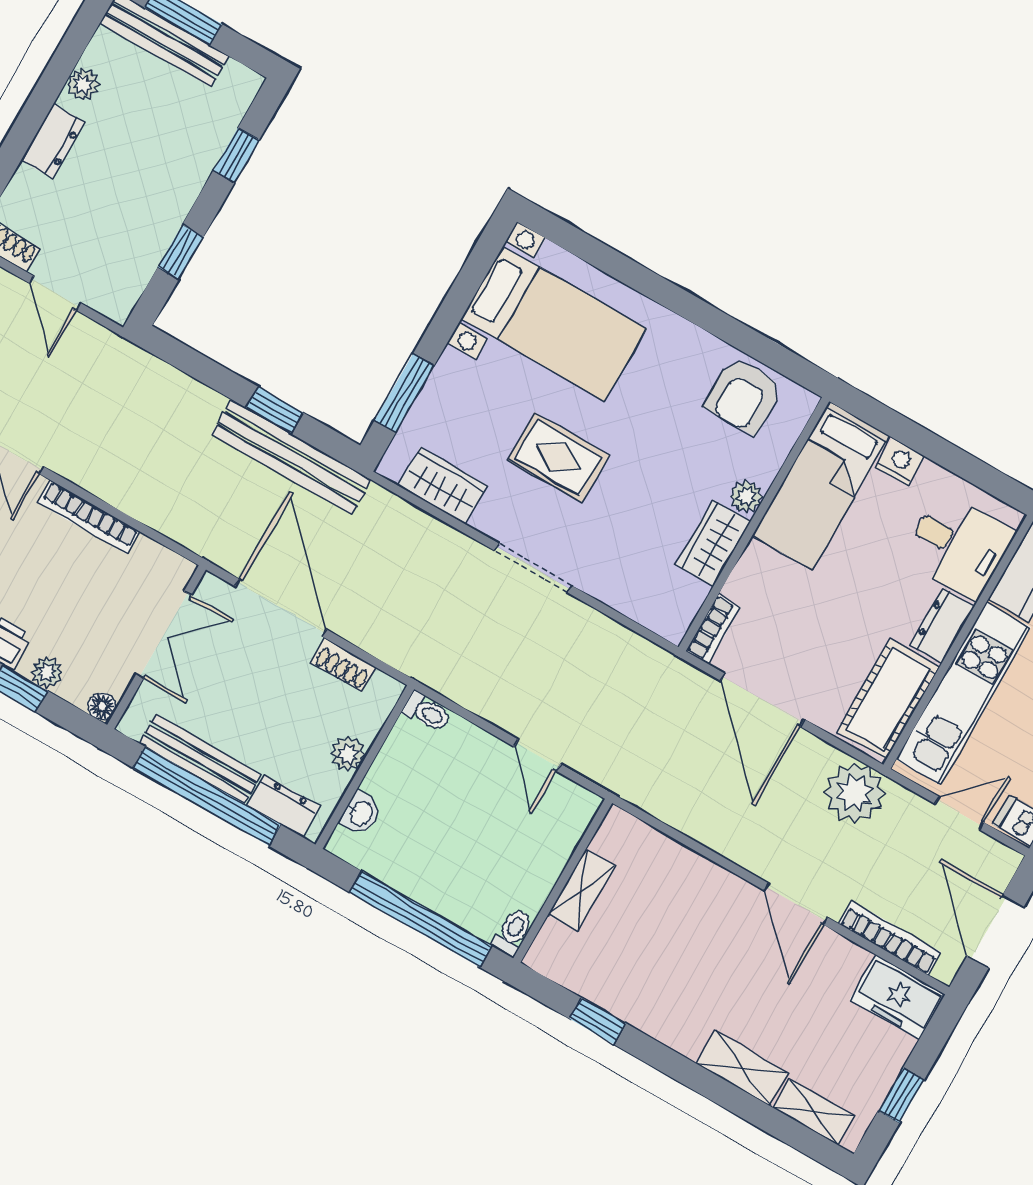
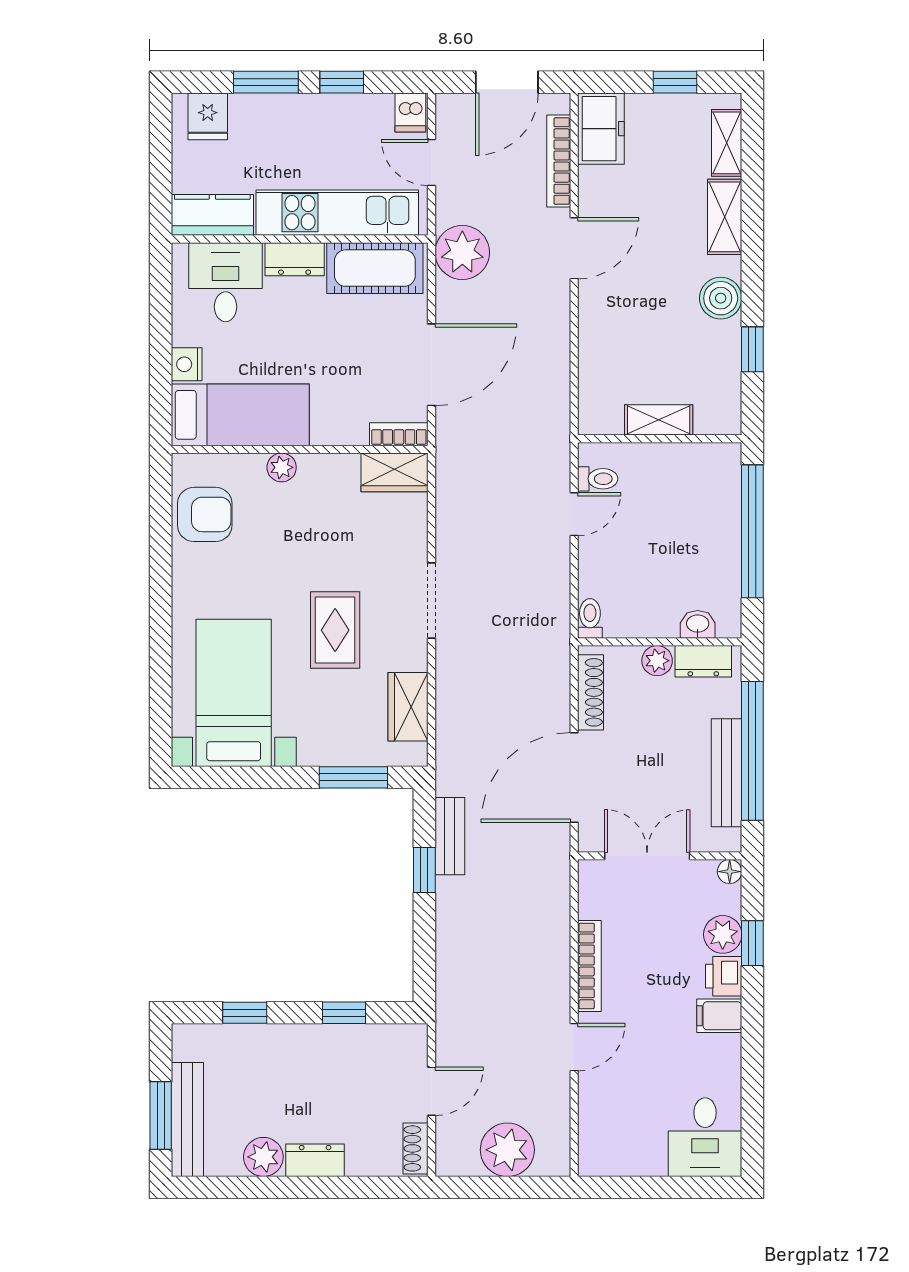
plant: (83, 84) -> (263, 1157), width x1.38, depth x1.38
bench: (291, 457) -> (450, 836), width x0.54, depth x0.82
wardrobe: (713, 543) -> (394, 472), moved
shoe rack: (343, 665) -> (591, 692), width x1.43
plant: (47, 672) -> (723, 934), width x1.38, depth x1.38
dresser: (283, 806) -> (703, 661), moved, turned -90
toilet: (513, 932) -> (598, 479), moved, turned 180
boiler: (665, 1019) -> (721, 298), added

